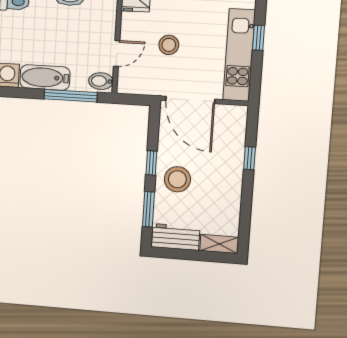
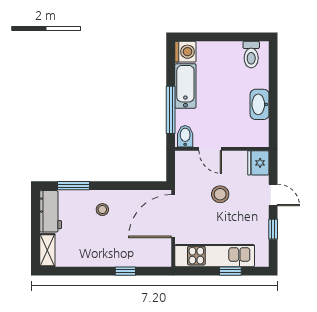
window: (151, 163) -> (115, 186), removed
stool: (177, 179) -> (102, 210), width x0.53, depth x0.53

